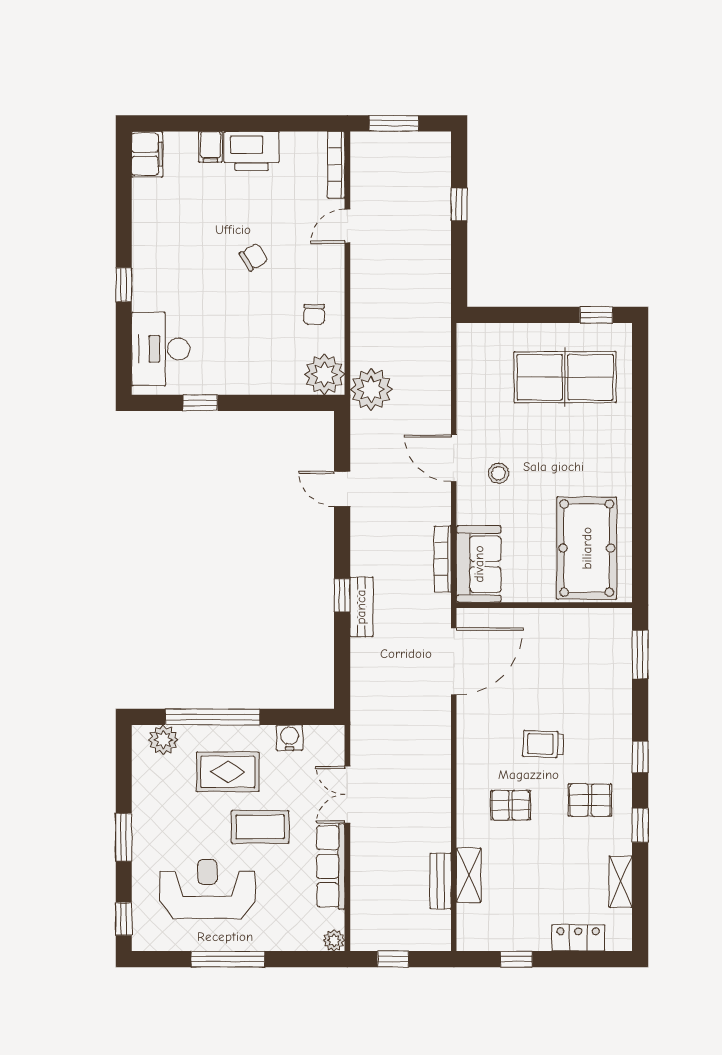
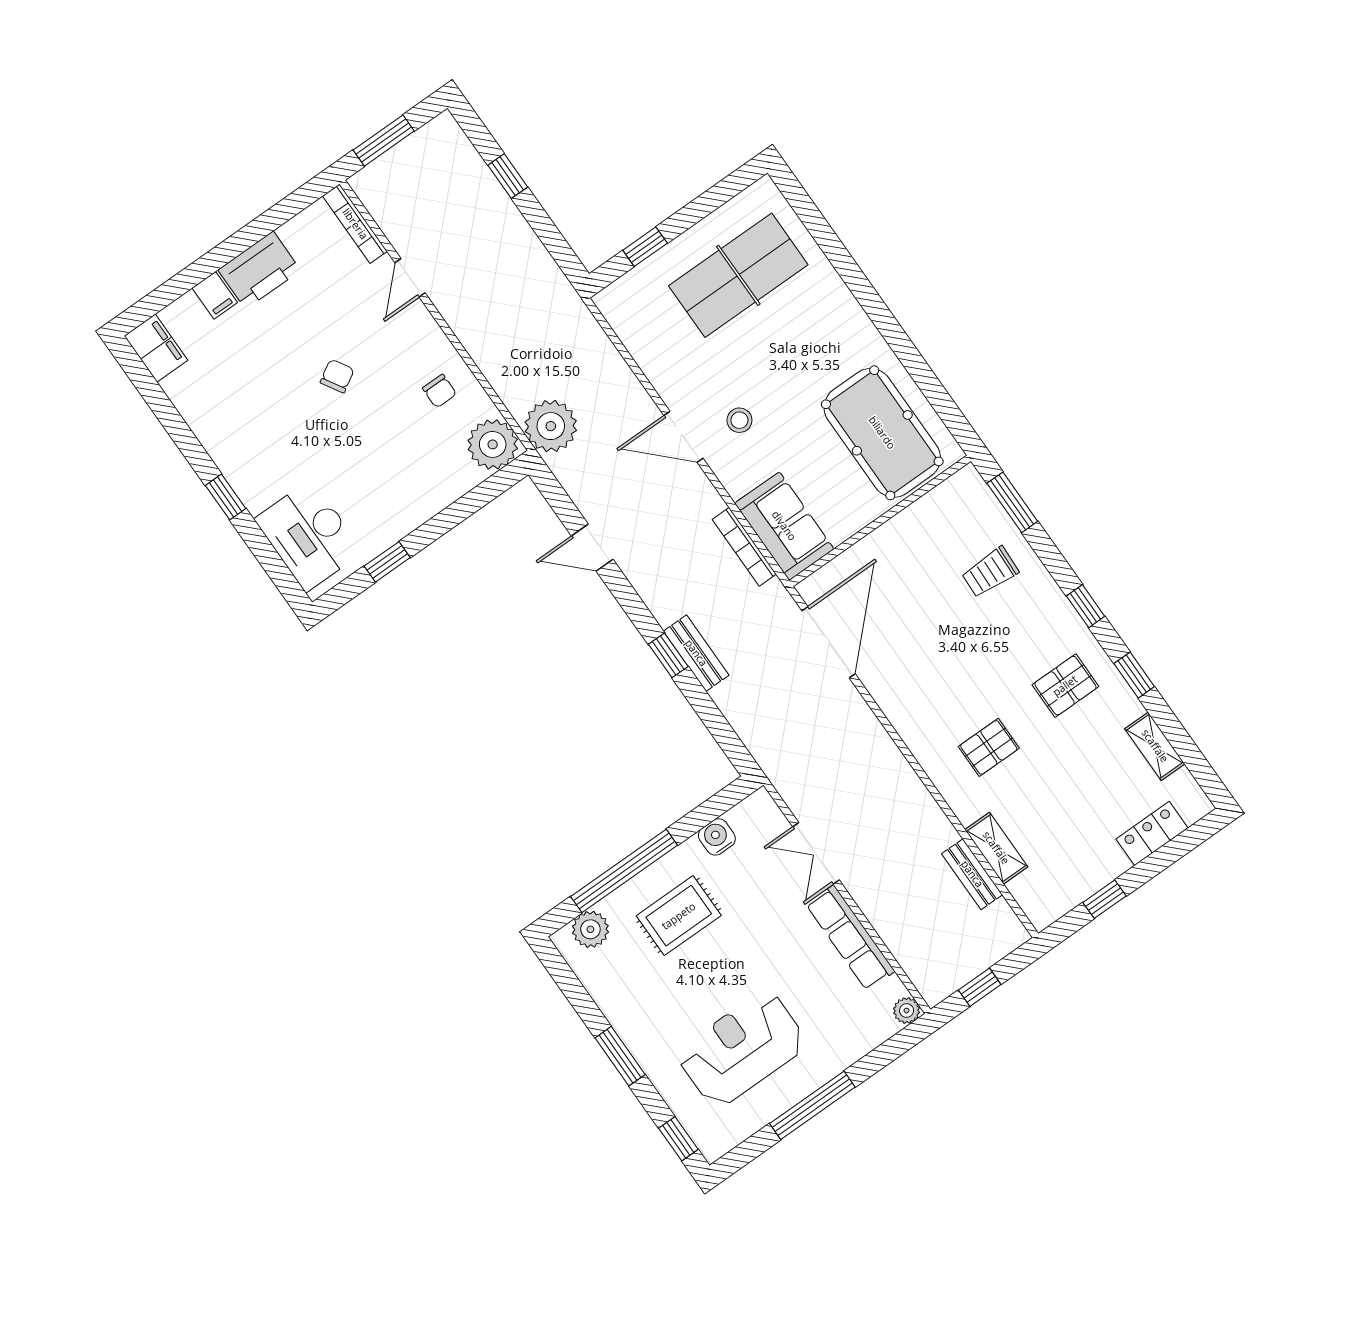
window: (596, 315) -> (645, 247), moved
trolley: (543, 744) -> (990, 572), moved
coffee table: (260, 827) -> (751, 948), removed

